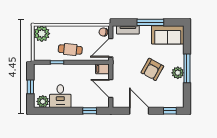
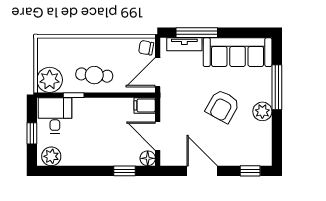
window: (150, 22) -> (197, 33), moved
plant: (42, 34) -> (50, 80), moved
sofa: (168, 35) -> (238, 52), width x1.36
window: (187, 68) -> (277, 87), moved
desk: (60, 96) -> (55, 115), moved, turned 180
floor lamp: (104, 103) -> (148, 158), added

